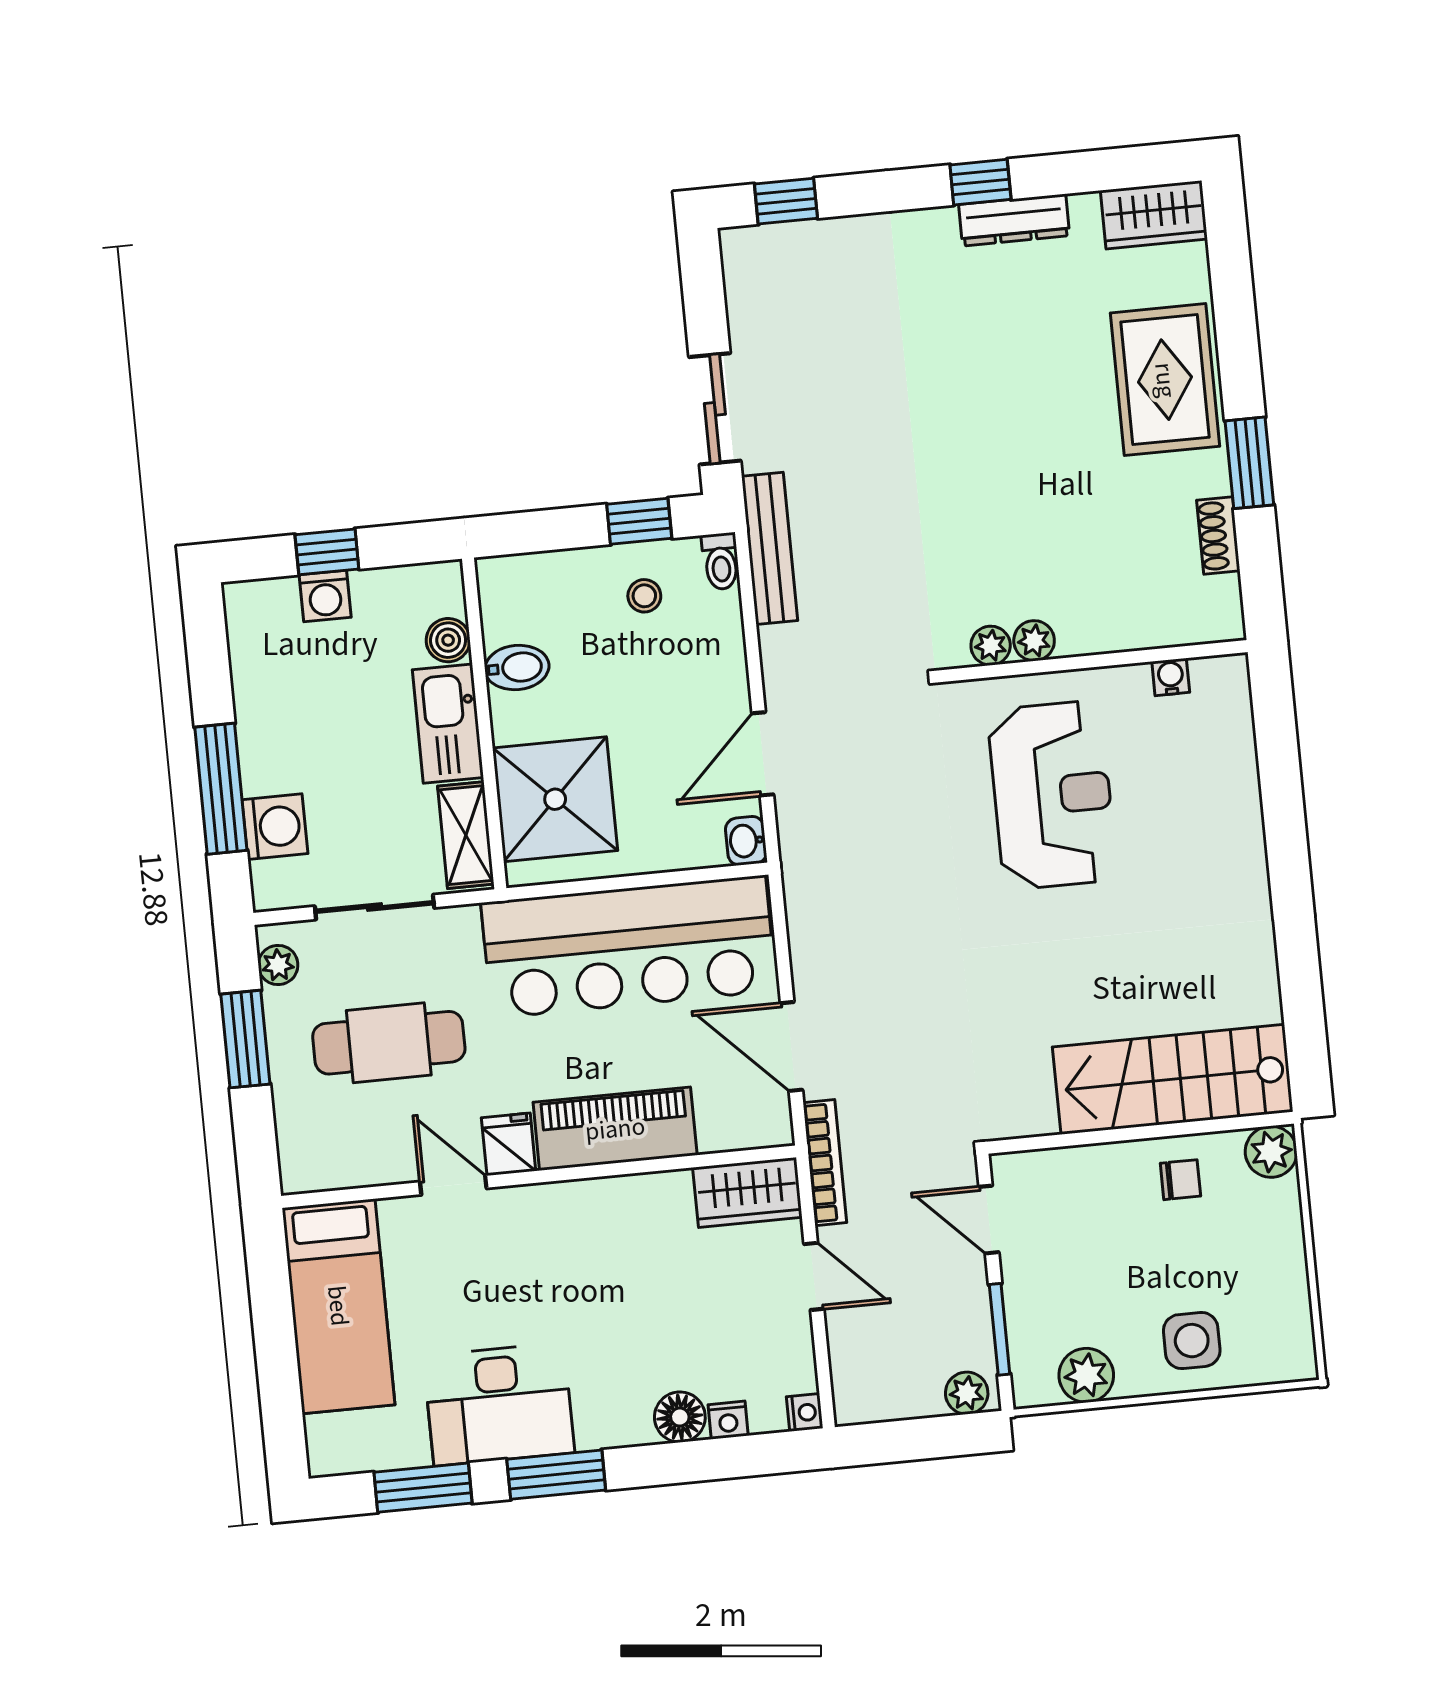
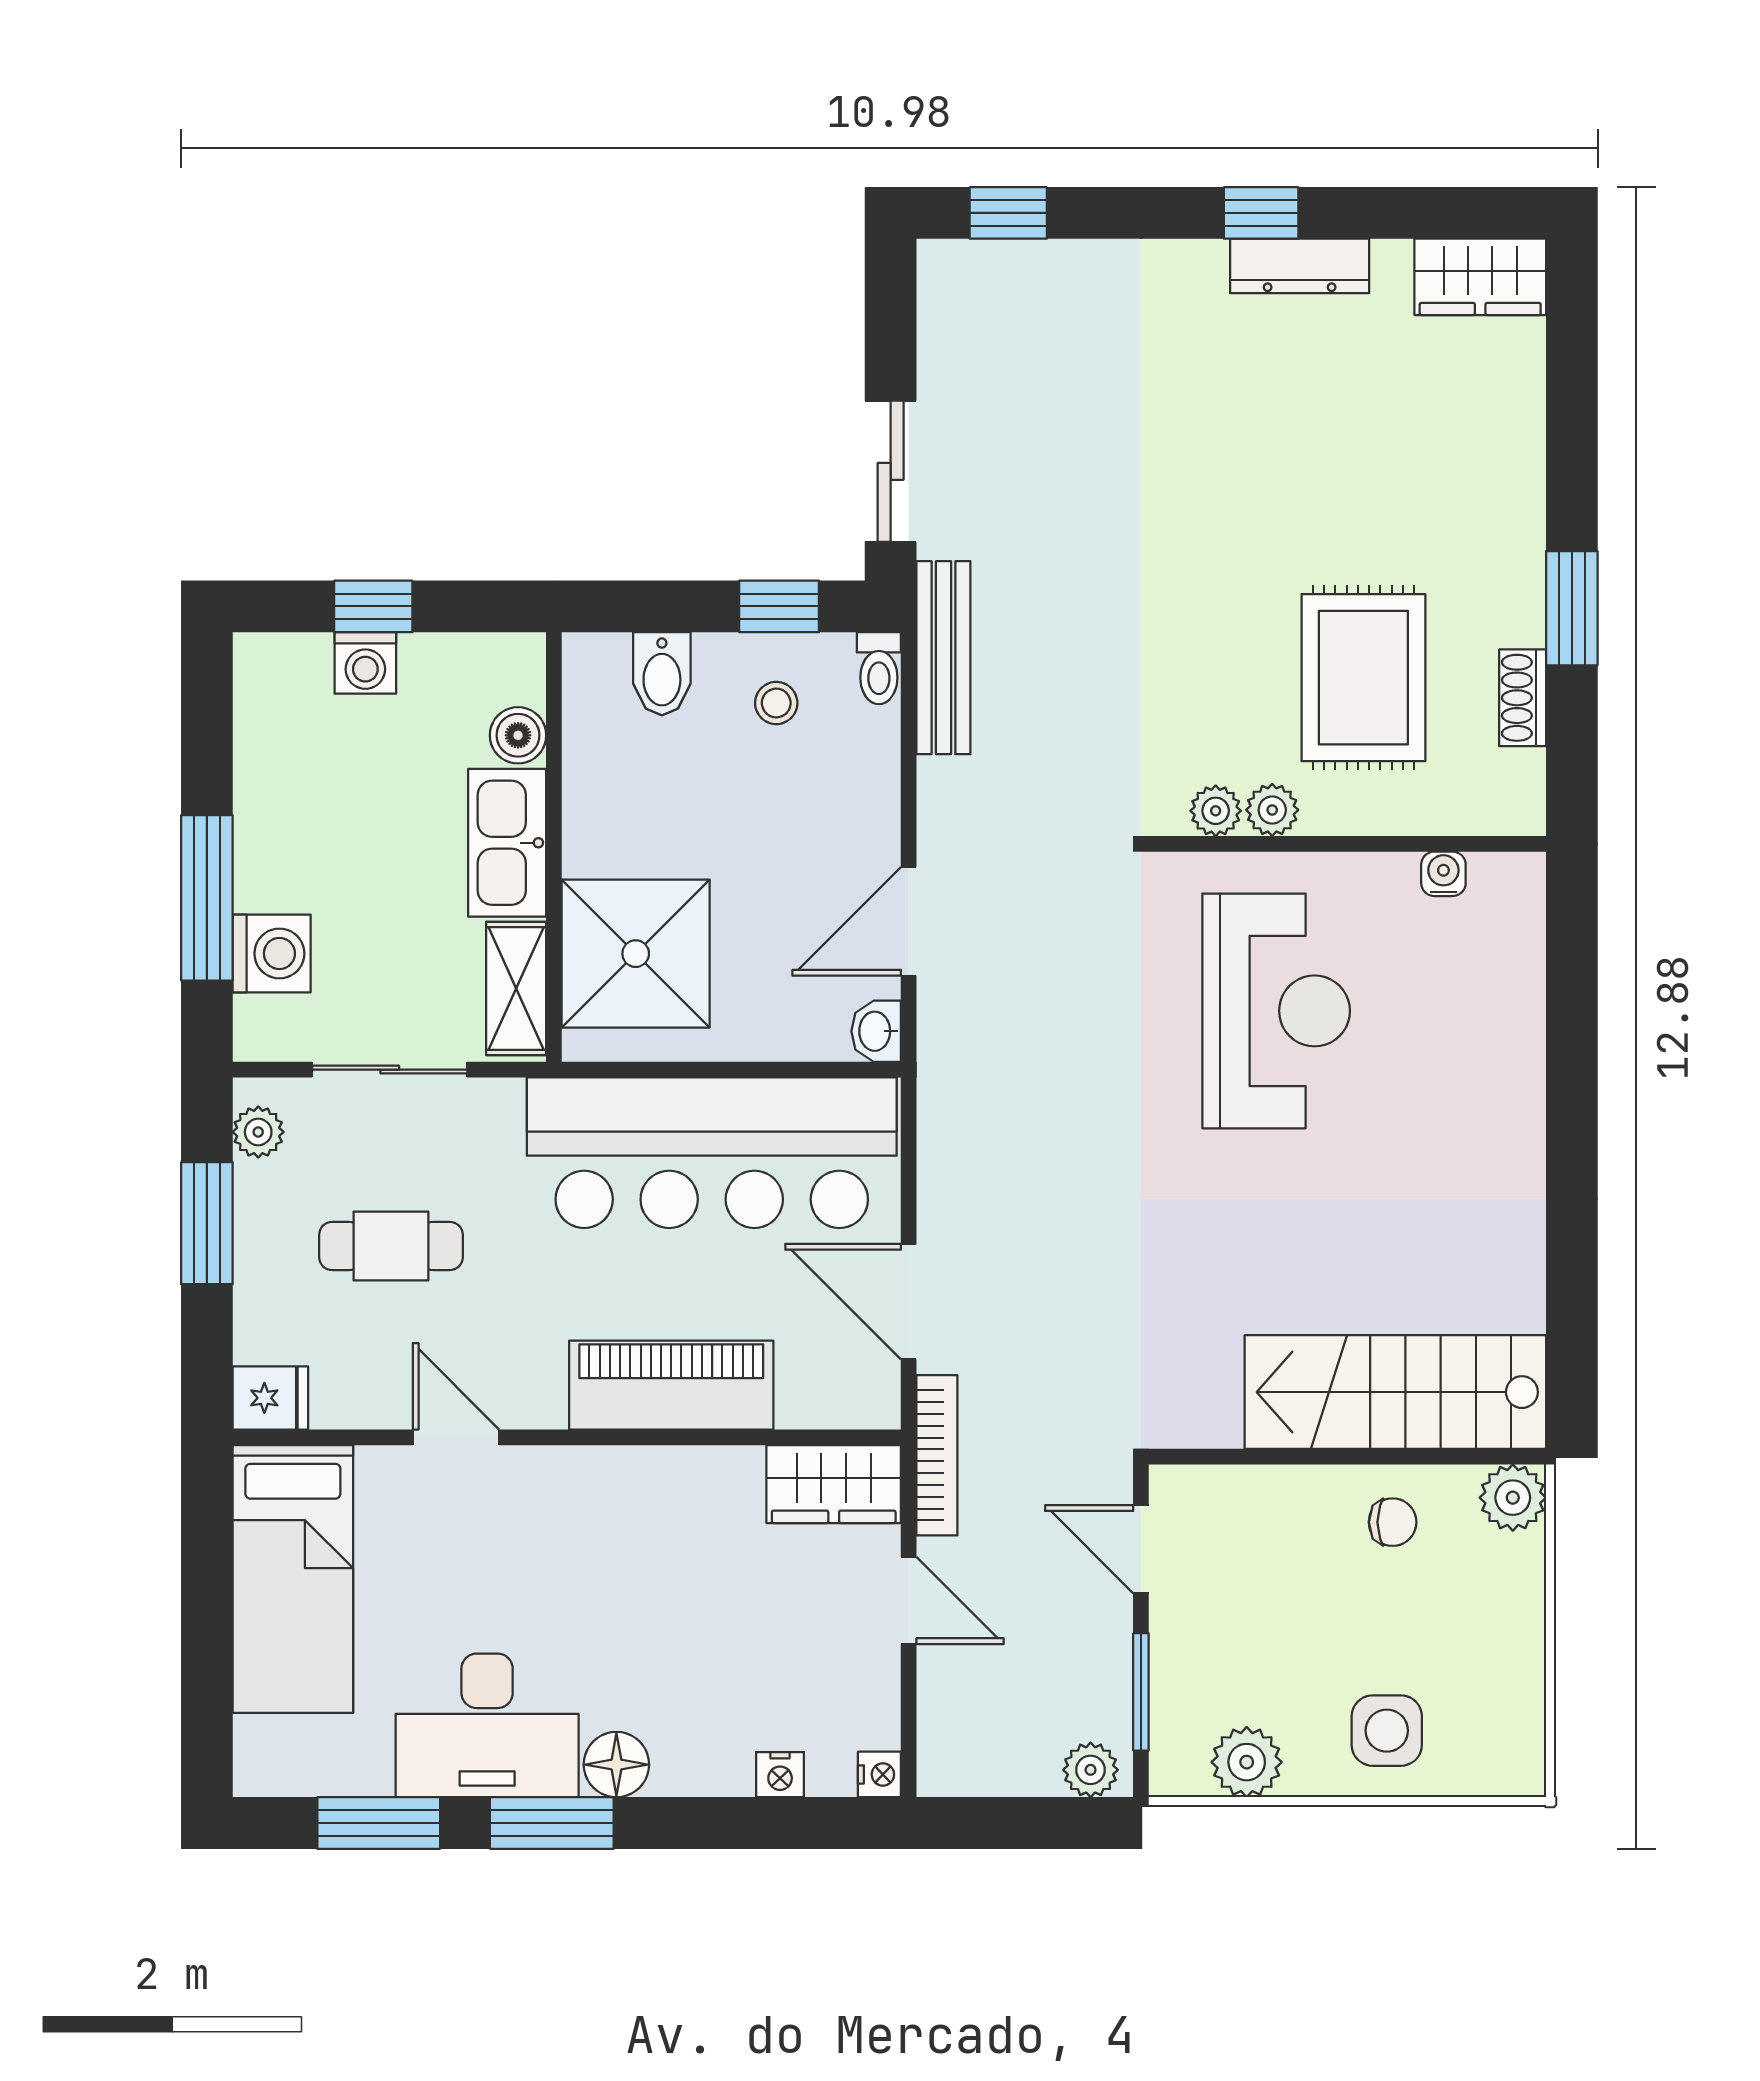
rug: (1165, 380) -> (1363, 678), moved
bidet: (517, 667) -> (662, 674), moved, turned 90
cafe table: (389, 1043) -> (391, 1246), width x0.73, depth x0.74
fridge: (509, 1144) -> (270, 1398), moved, turned 90
floor lamp: (680, 1417) -> (616, 1765), moved

